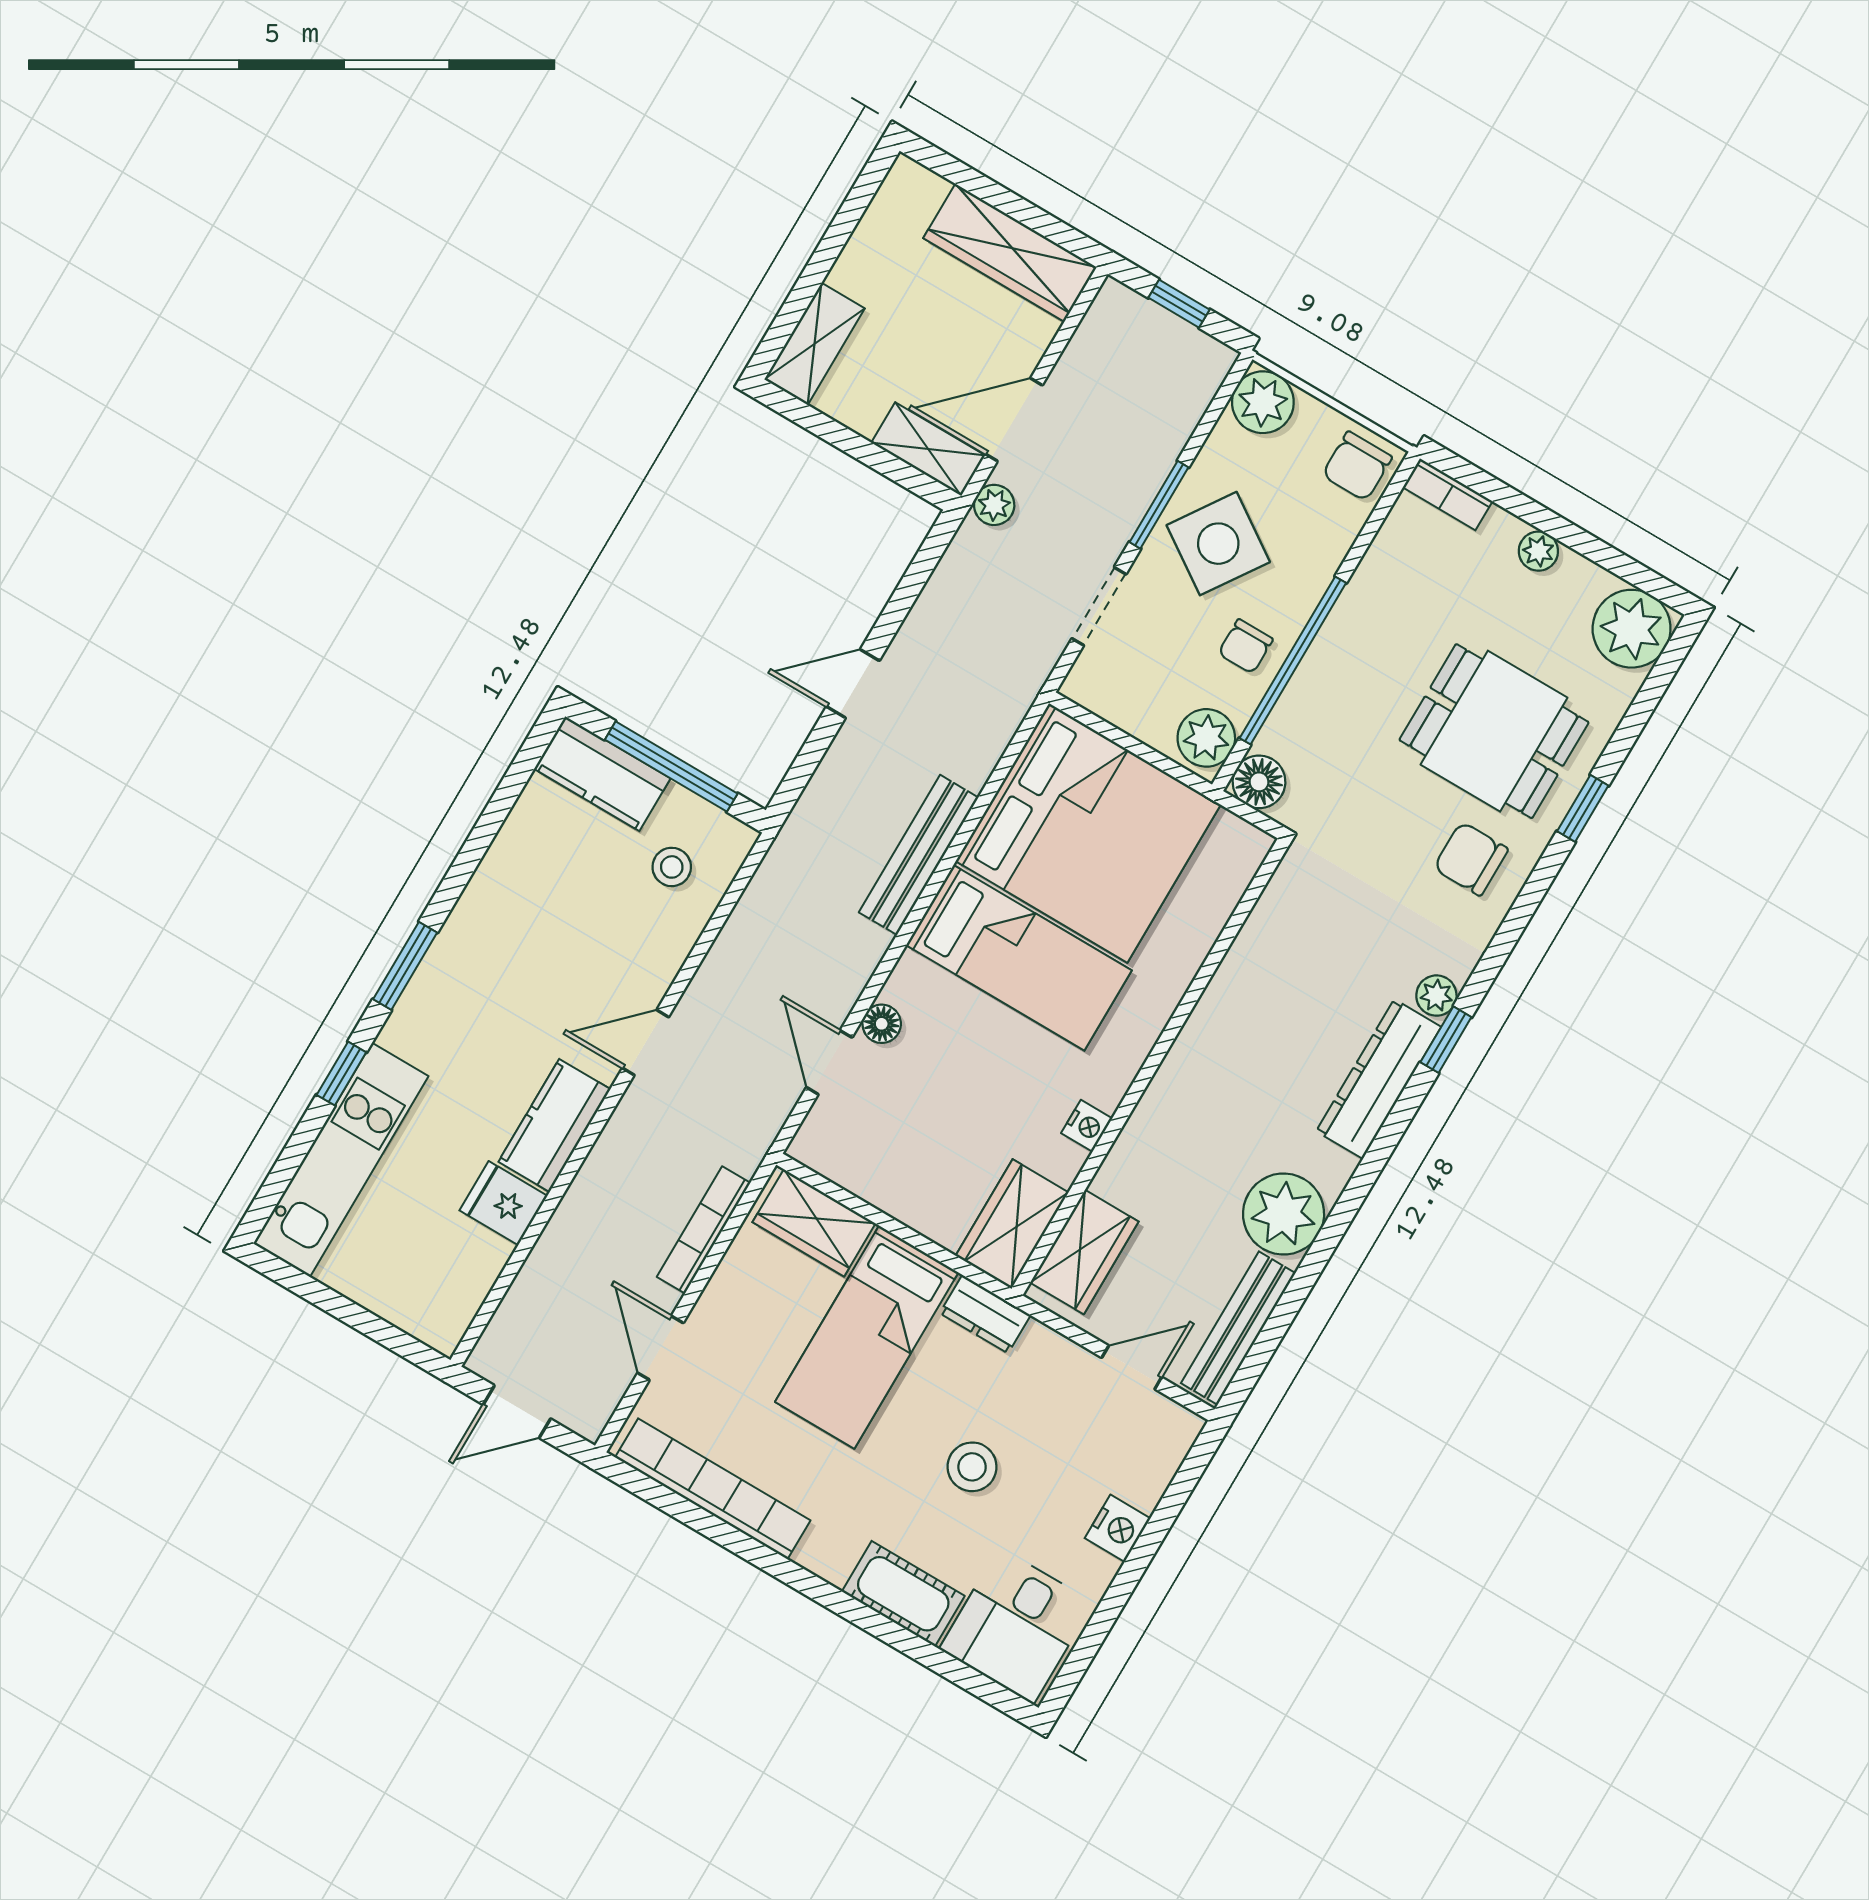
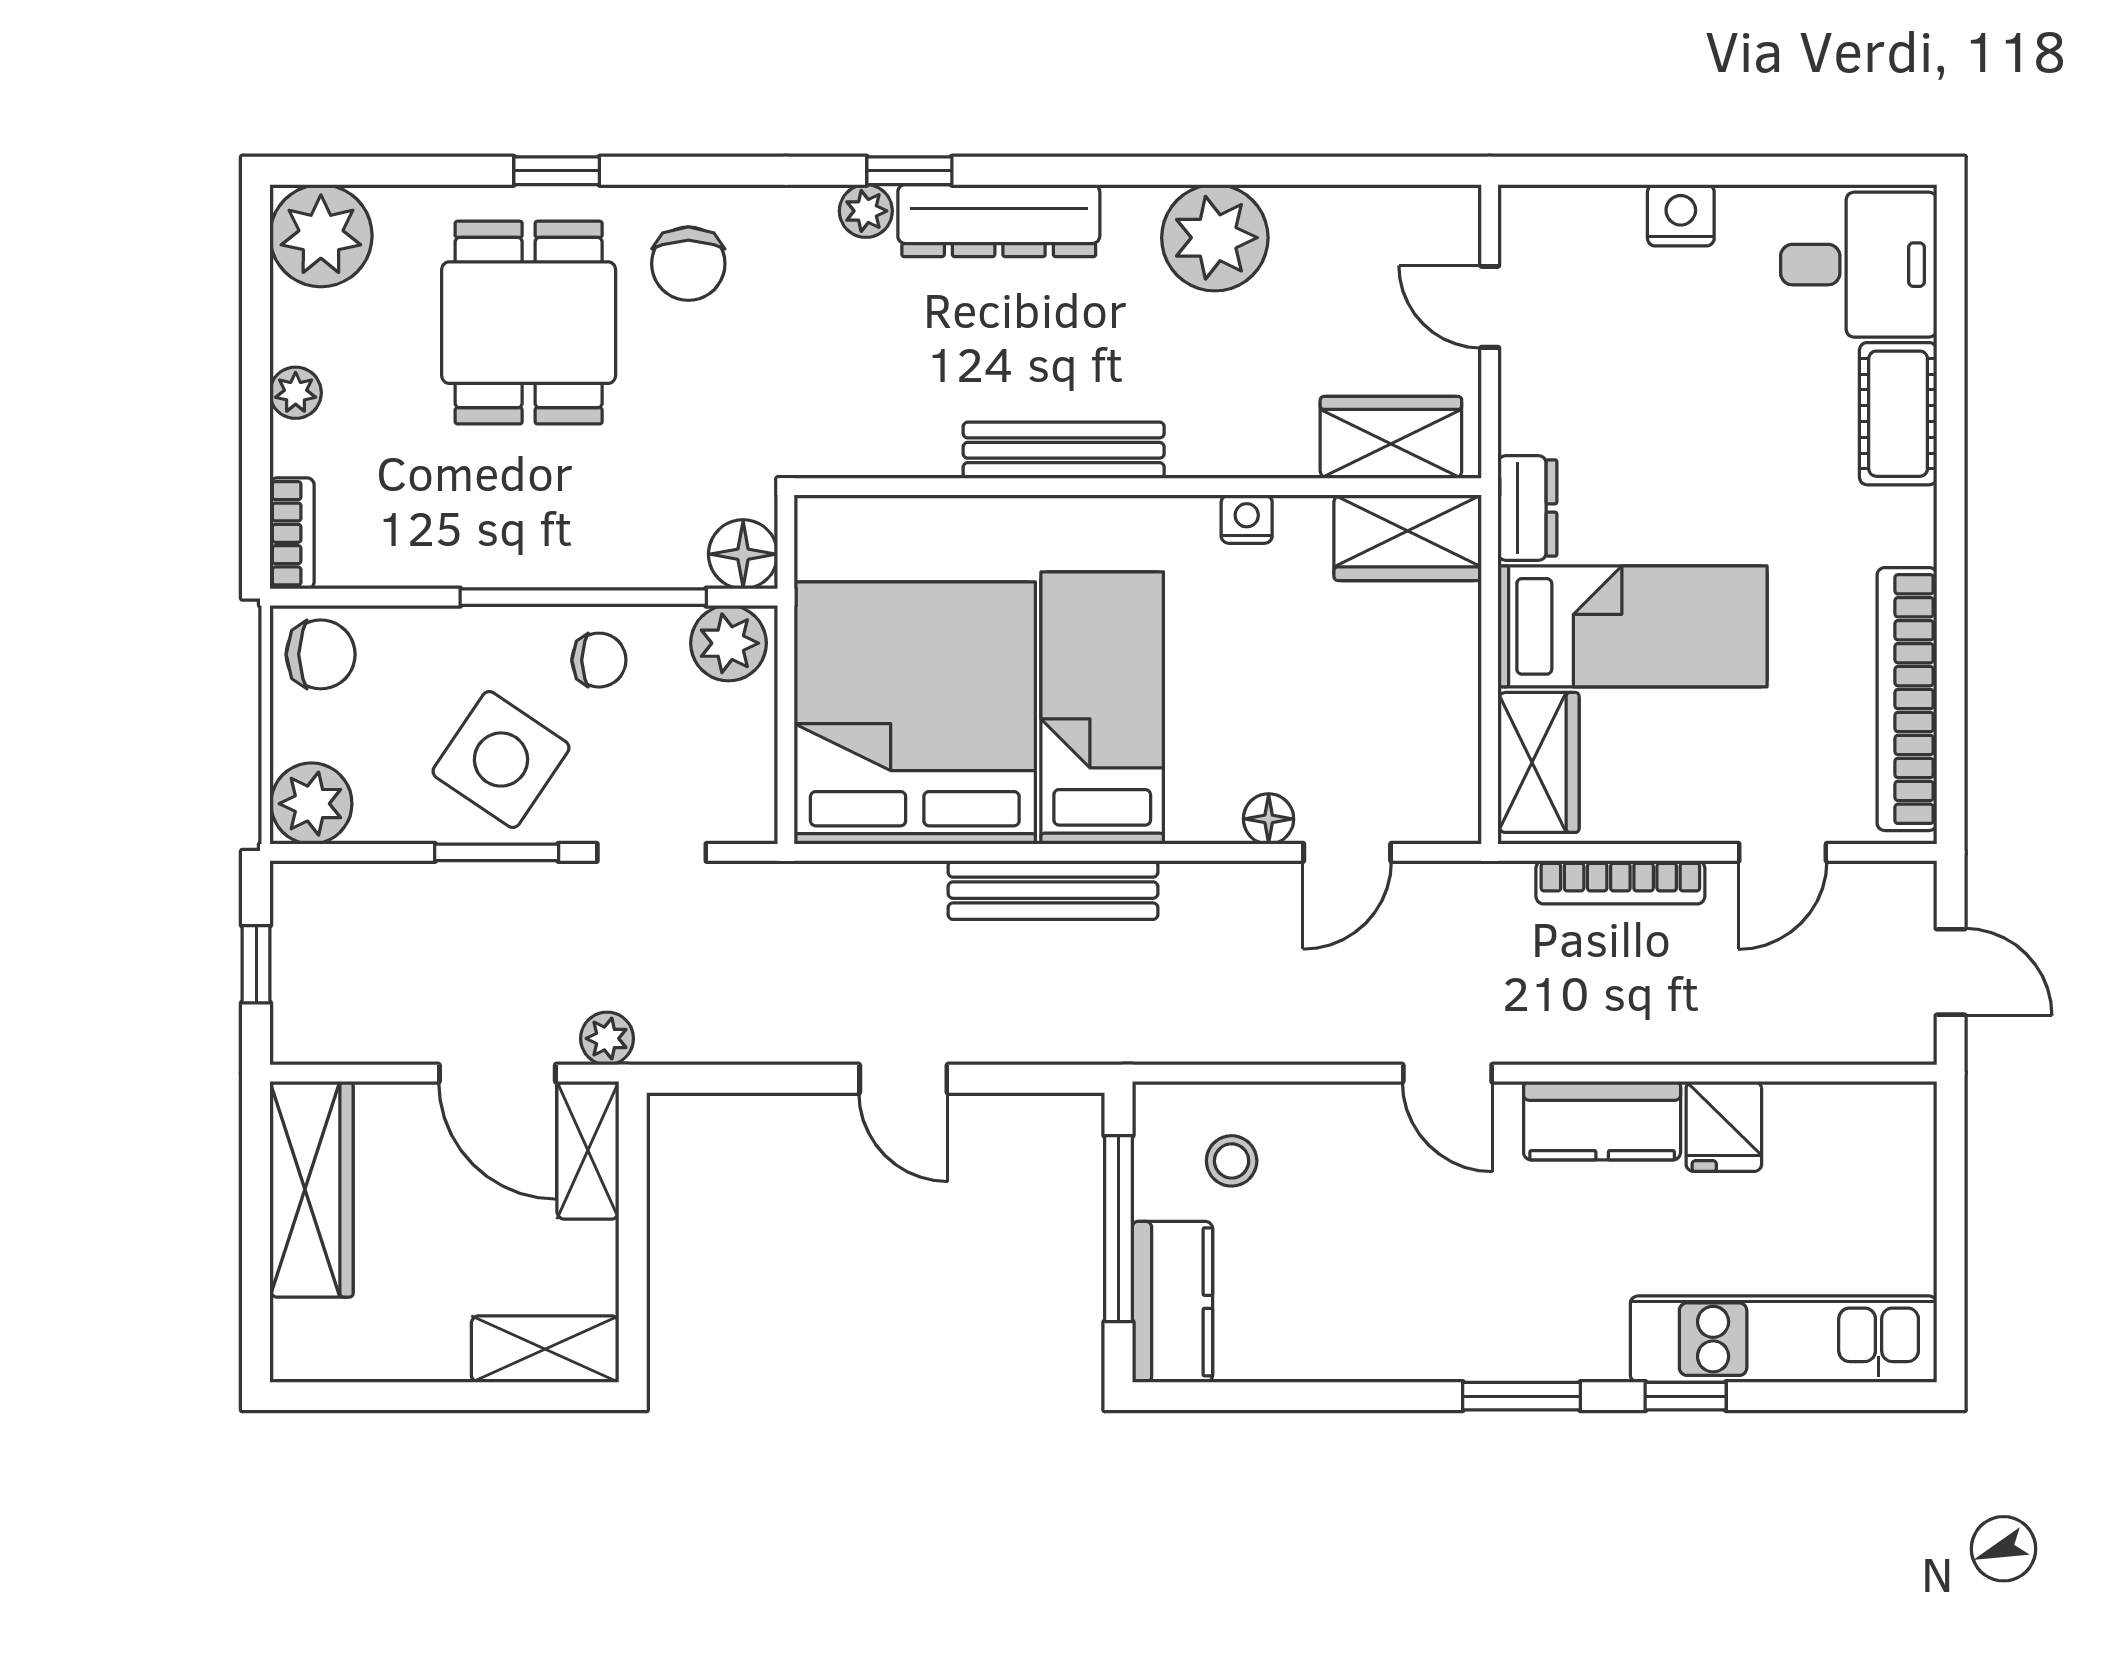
bench: (1238, 1328) -> (1064, 450), moved
stool: (972, 1467) -> (1709, 421), removed

